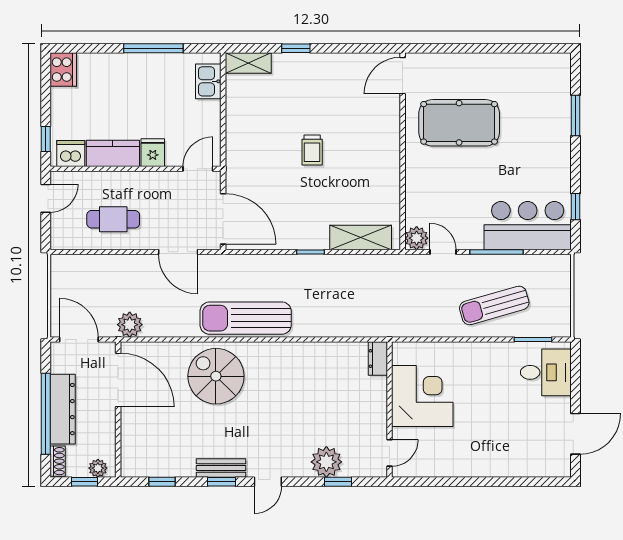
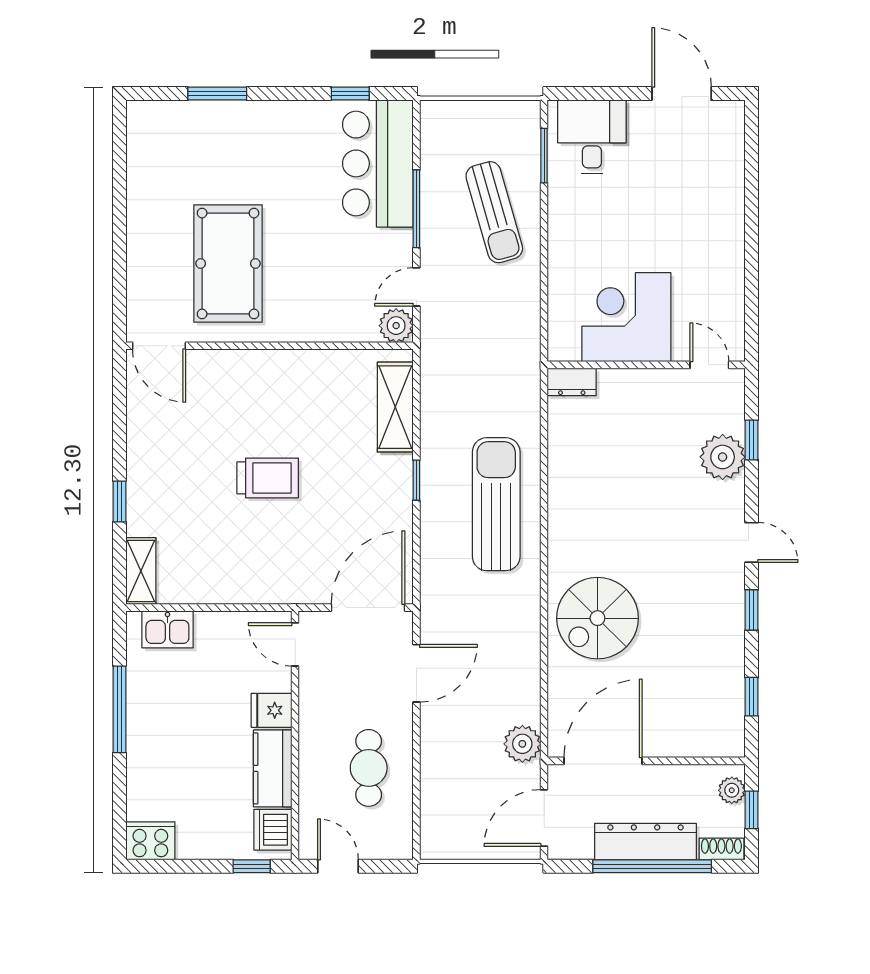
trolley: (312, 150) -> (268, 478), width x1.36, depth x1.39
sun lounger: (246, 318) -> (496, 504), moved, turned 180
bench: (221, 468) -> (731, 611), removed

